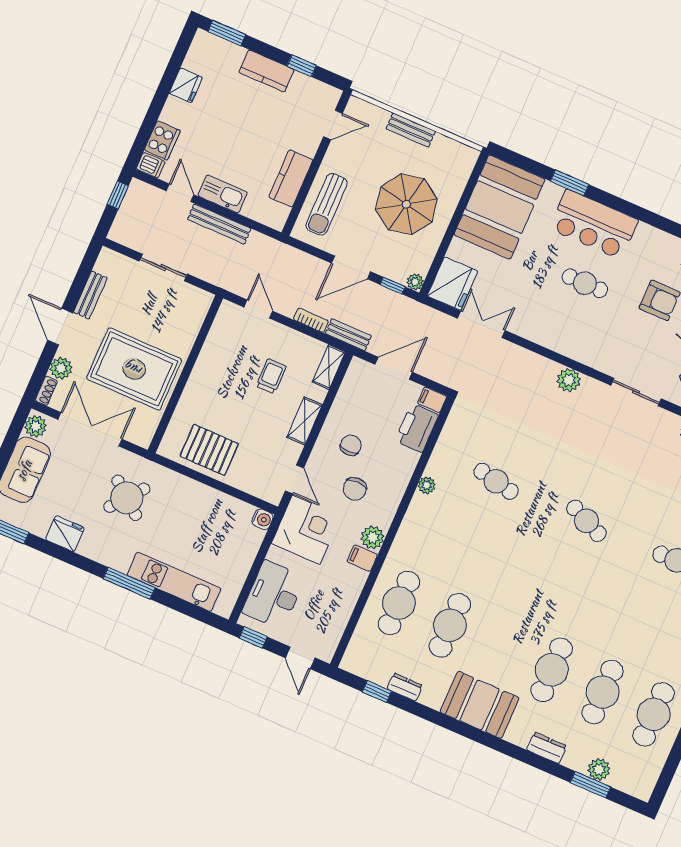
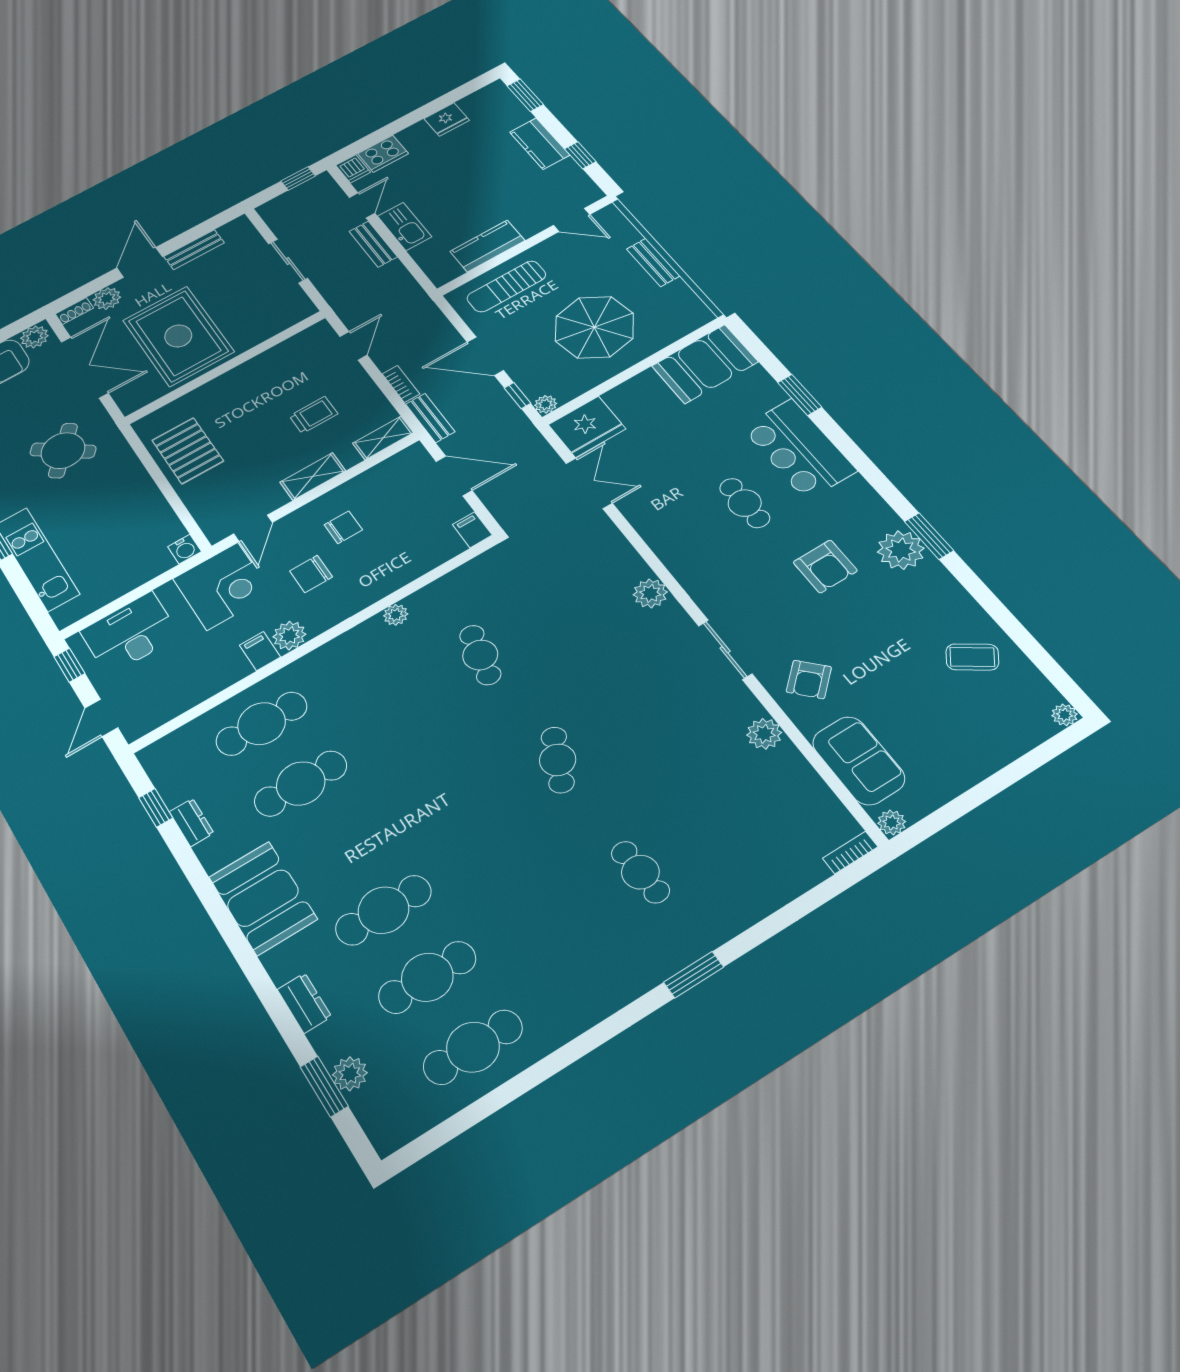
booth: (500, 207) -> (705, 364), width x0.73, depth x0.70
bench: (219, 224) -> (373, 244), width x0.73
printer: (417, 428) -> (432, 549), removed

